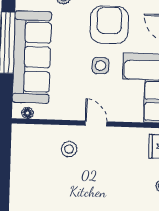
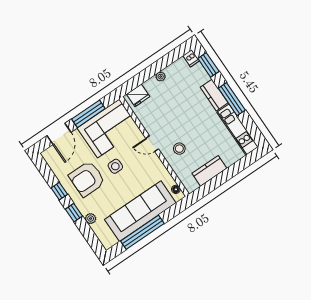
door: (96, 124) -> (152, 144), hinge flipped
kitchen counter: (21, 164) -> (209, 171), added

